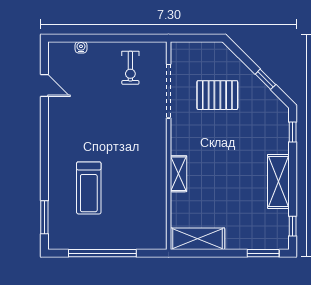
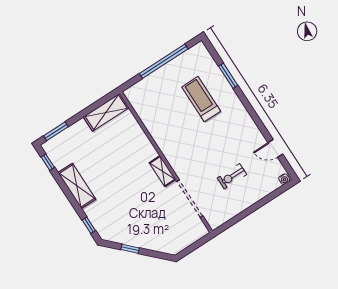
water cooler: (81, 47) -> (284, 179), moved
exercise bike: (130, 68) -> (232, 176), moved, turned -90
pallet: (217, 95) -> (155, 217), removed
shelving: (178, 174) -> (162, 171), moved
window: (44, 217) -> (228, 76), moved

